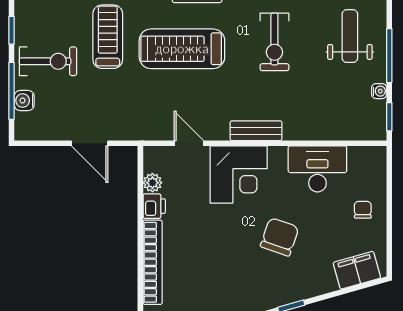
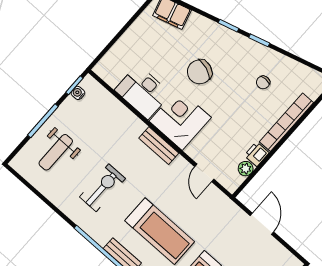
water cooler: (379, 91) -> (78, 93), moved
corner desk: (239, 174) -> (180, 119), moved
chair: (363, 210) -> (263, 82), moved

